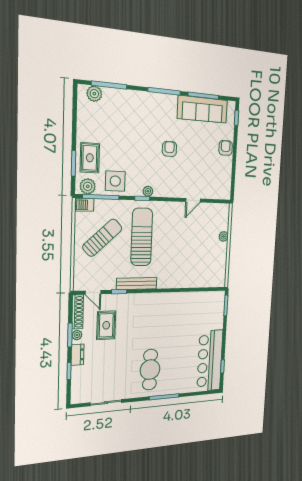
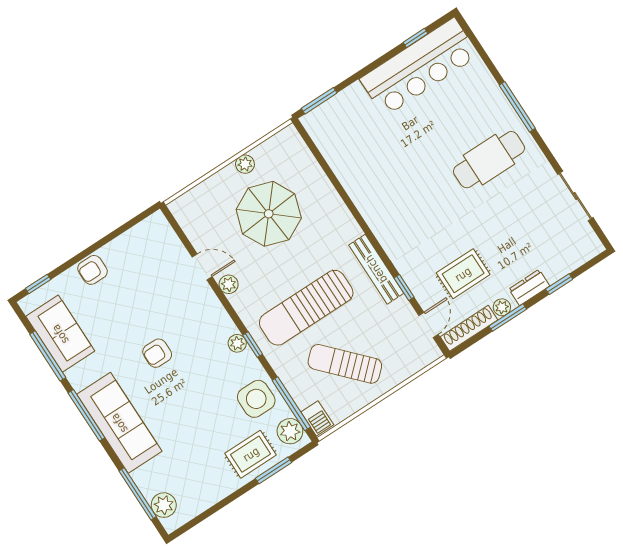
sofa: (150, 104) -> (119, 423), added
sofa: (202, 109) -> (60, 334), width x0.73
plant: (177, 207) -> (229, 284), added
plant: (224, 236) -> (245, 164), moved
parasol: (195, 249) -> (269, 214), added

